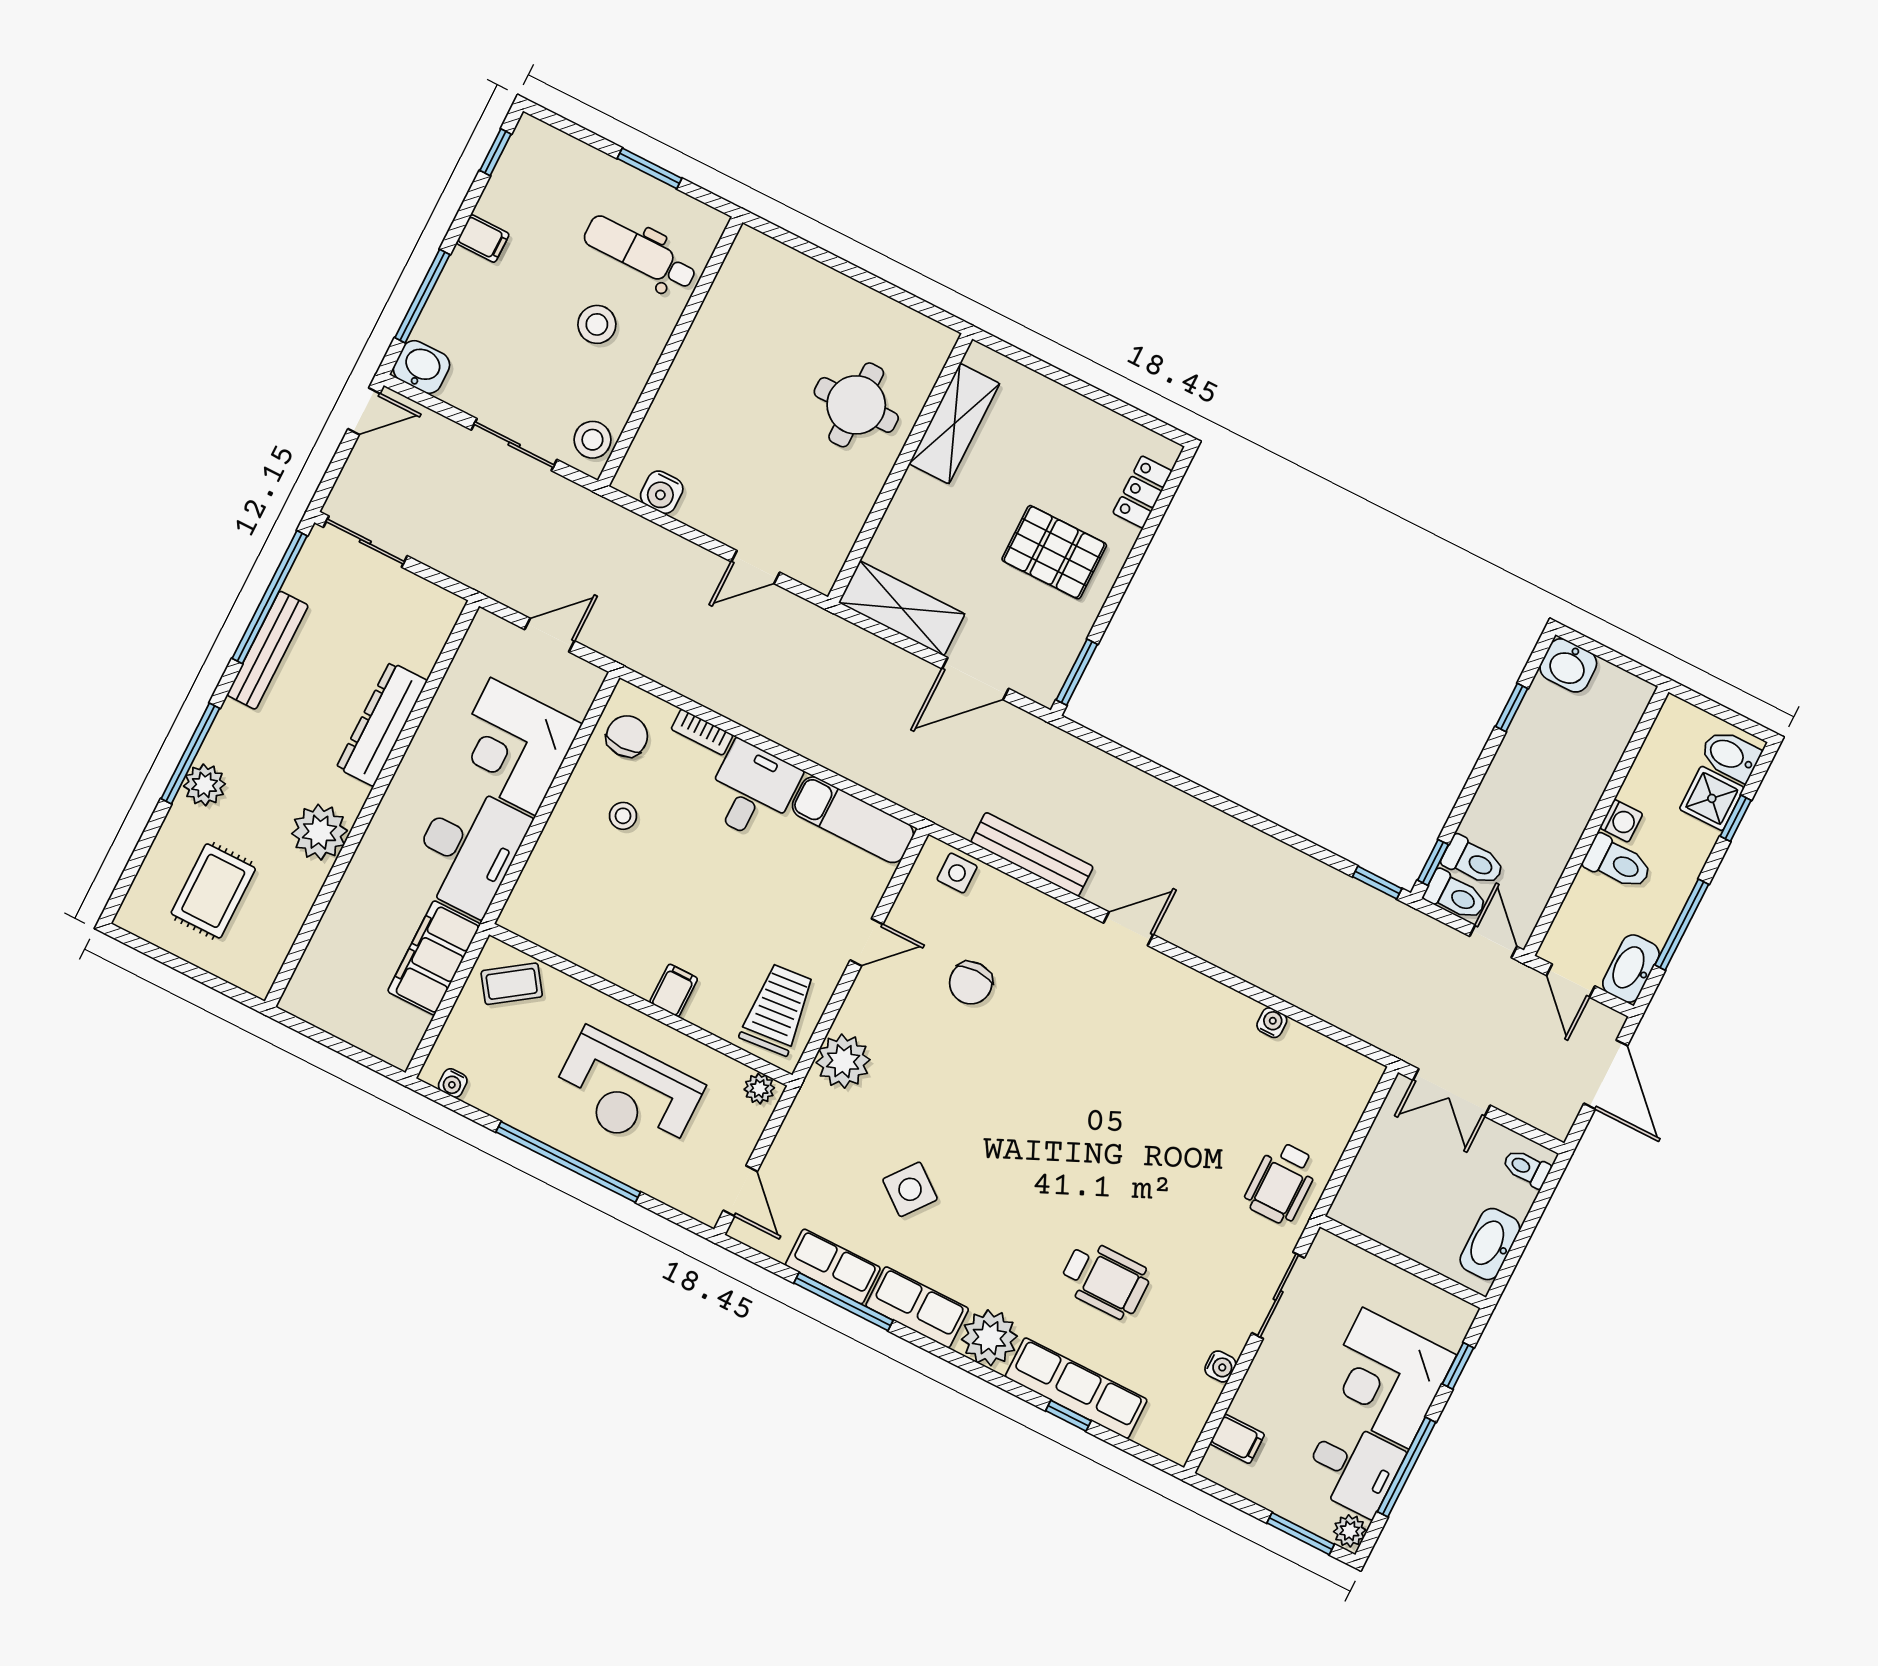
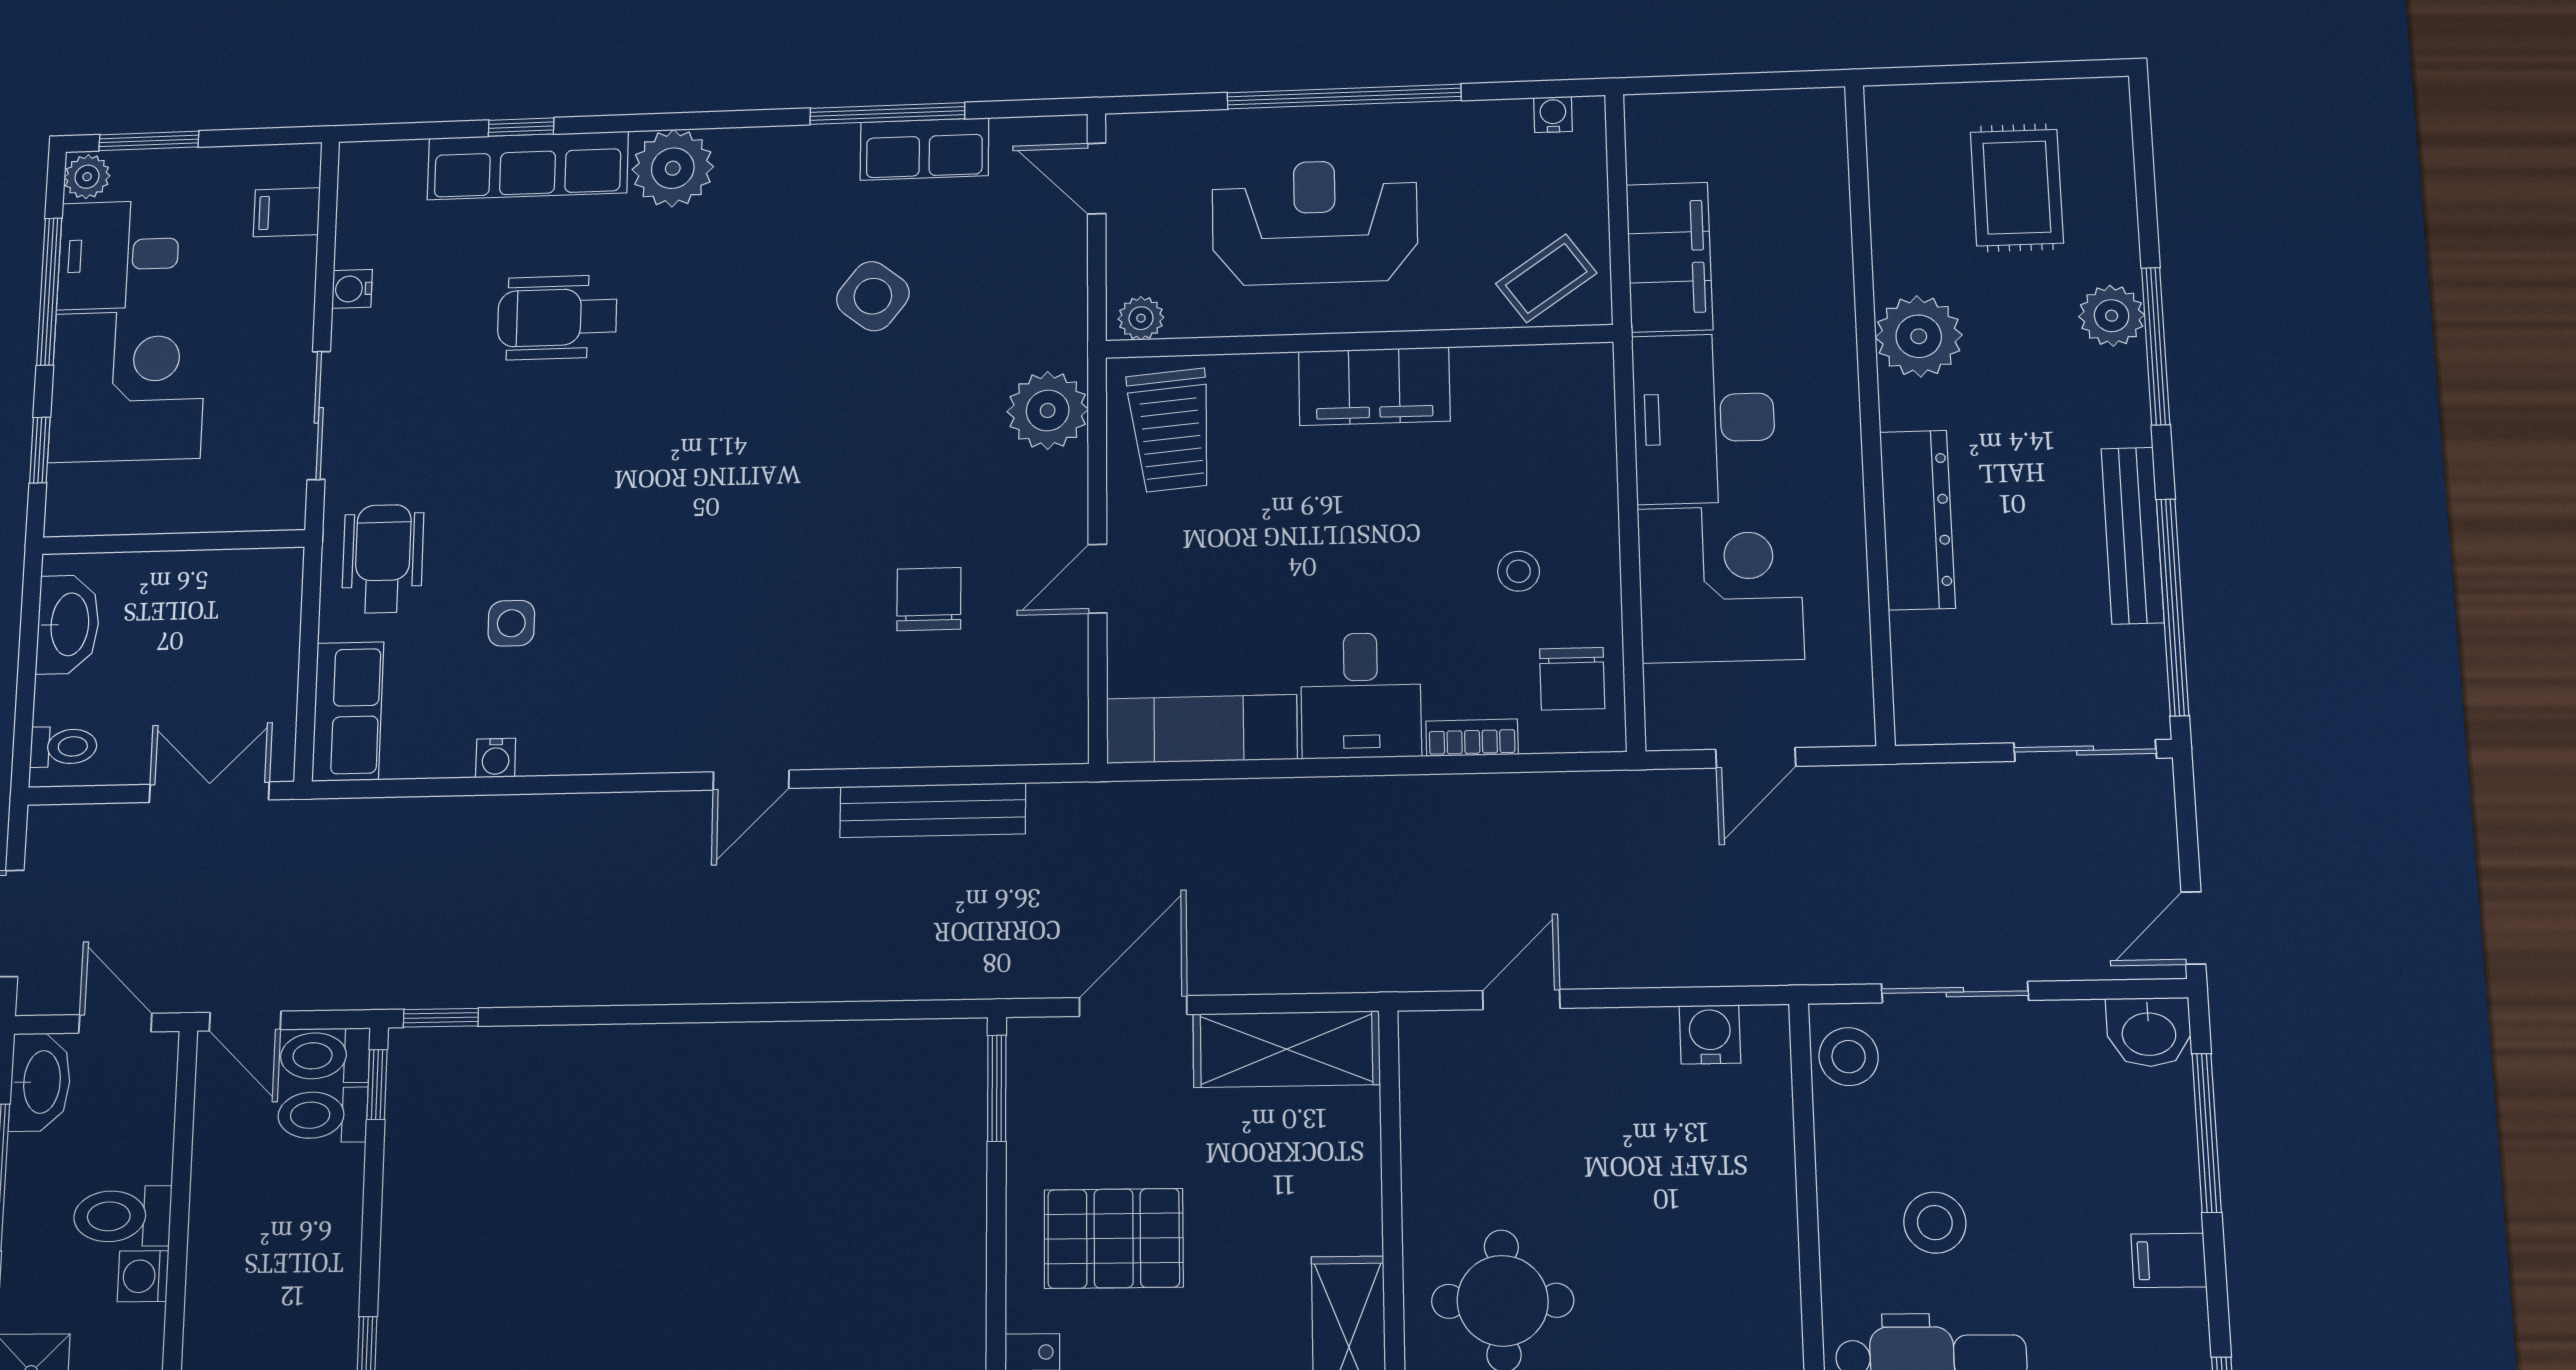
side table: (957, 873) -> (511, 623), moved
filing cabinet: (674, 990) -> (1374, 386), width x3.00, depth x1.17
row of seats: (917, 1307) -> (348, 711), moved, turned -90

